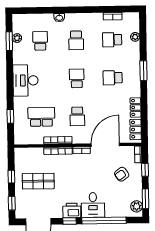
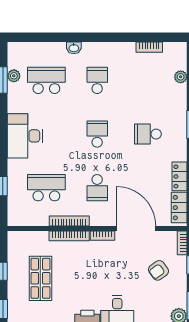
school desk: (76, 40) -> (97, 80), turned 180
school desk: (112, 40) -> (148, 80), removed
school desk: (40, 41) -> (46, 80), width x1.85
door: (105, 145) -> (136, 228), hinge flipped
shop shelf: (38, 181) -> (40, 278), turned 90

